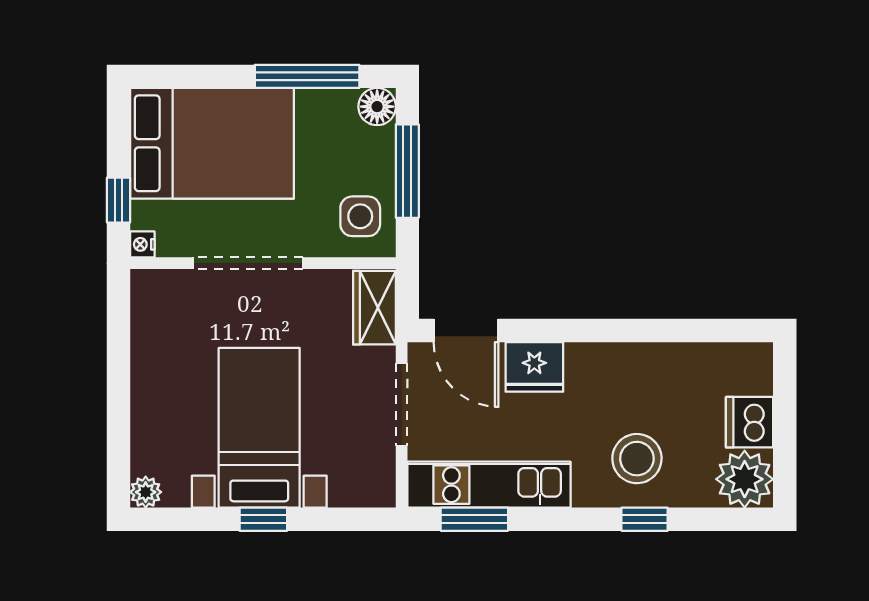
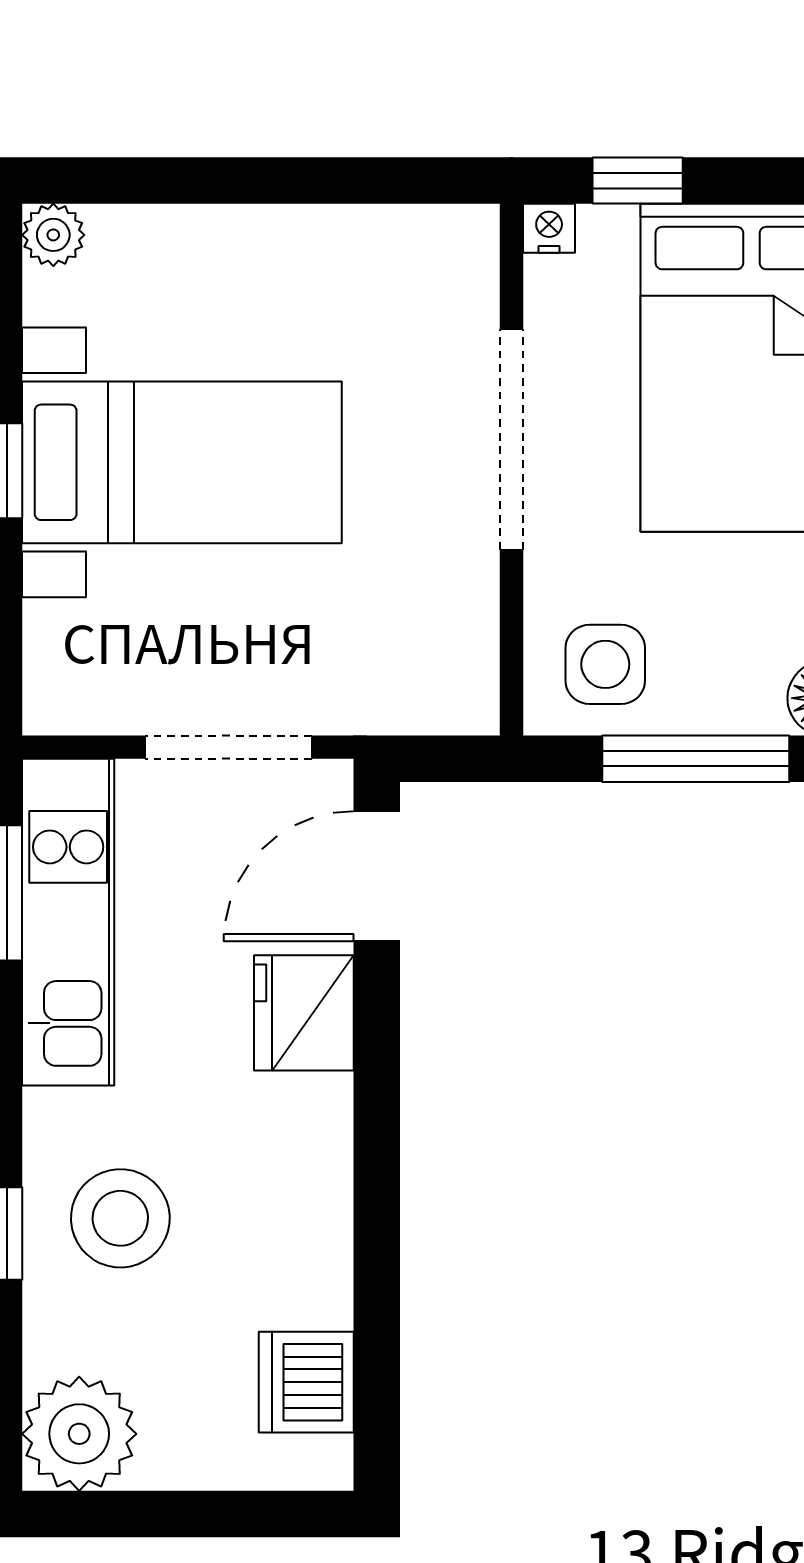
wardrobe: (374, 308) -> (422, 693), removed
dishwasher: (750, 422) -> (306, 1382), moved, turned -90

